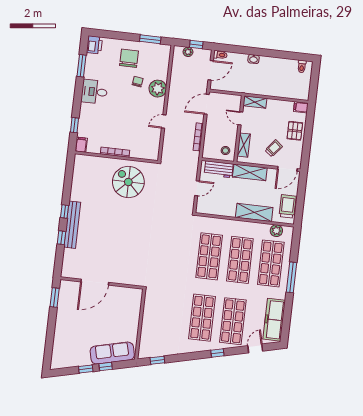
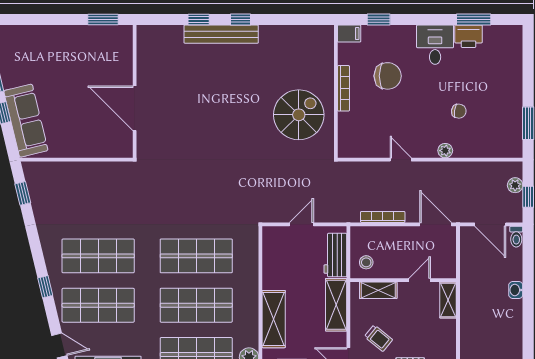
printer: (94, 45) -> (469, 36), moved
chair: (129, 58) -> (388, 76), moved
plant: (158, 89) -> (445, 151), width x0.53, depth x0.53
door: (197, 188) -> (302, 224), swing flipped
door: (95, 282) -> (135, 108), moved

